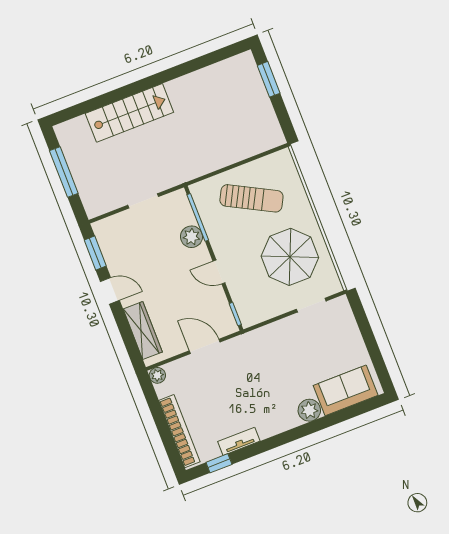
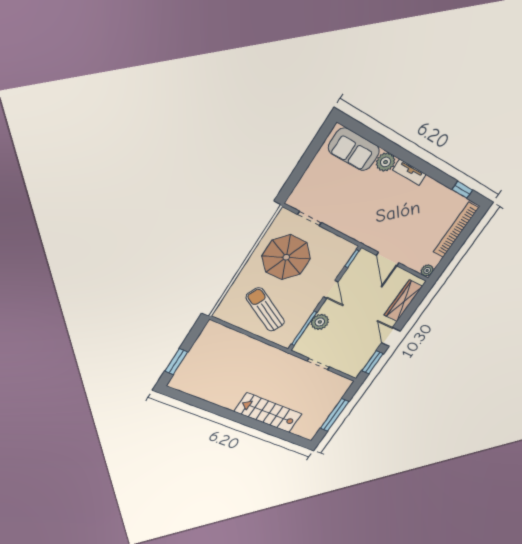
tv unit: (239, 441) -> (409, 172), moved

